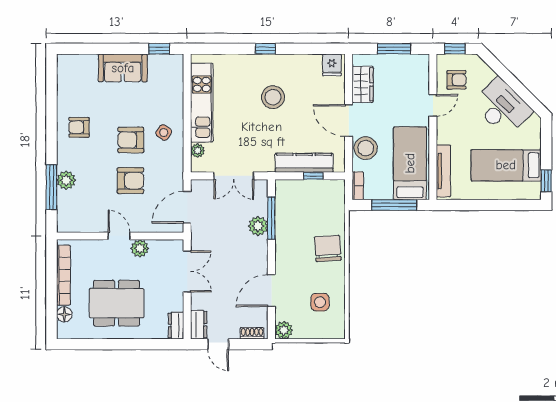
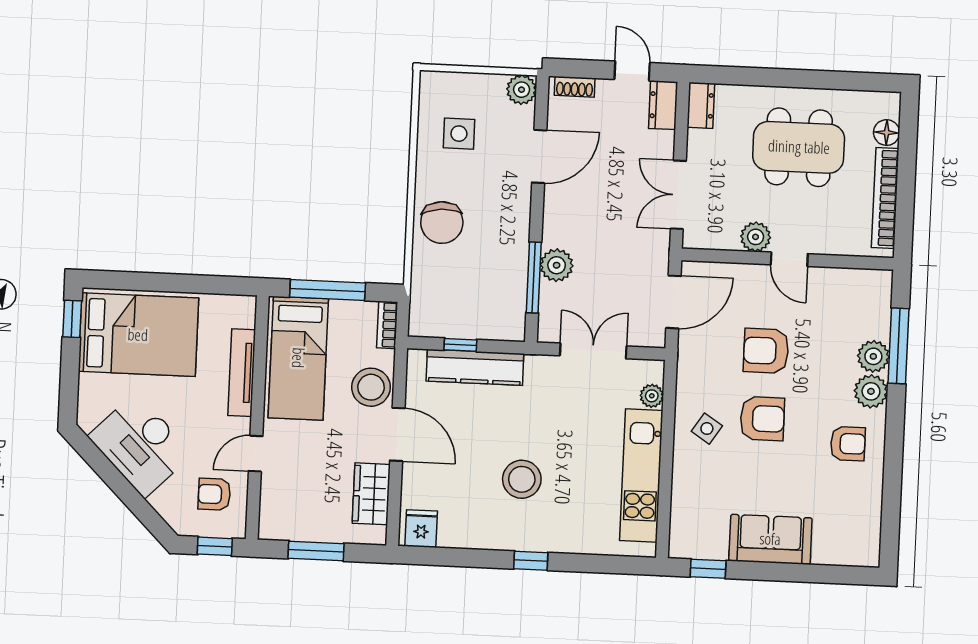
plant: (67, 159) -> (871, 391), added
bed: (506, 165) -> (138, 335), width x1.50
tv unit: (443, 171) -> (242, 373), moved

